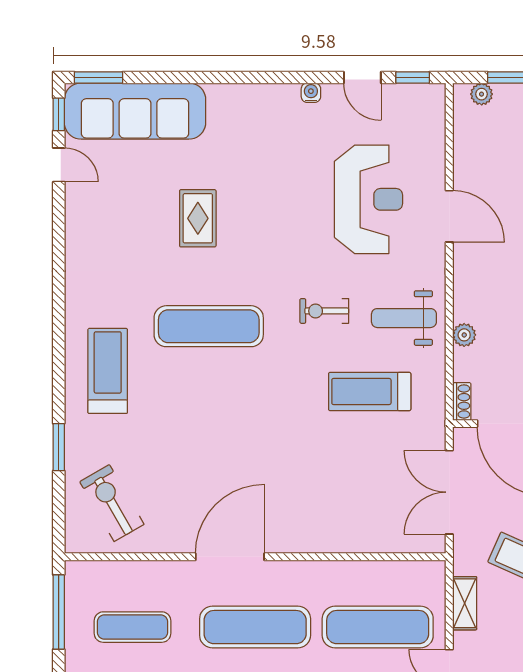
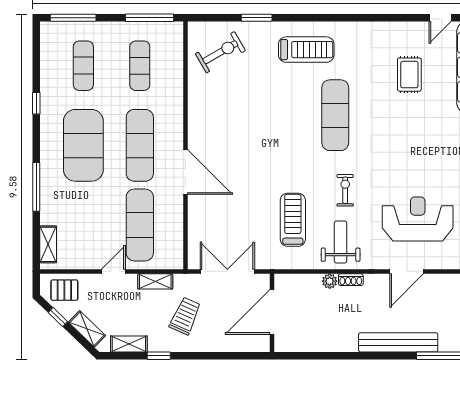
reception desk: (368, 199) -> (418, 219), turned 180
rug: (198, 218) -> (409, 75), moved, turned 90
shoe rack: (462, 401) -> (351, 280), moved
door: (230, 557) -> (185, 172), moved

